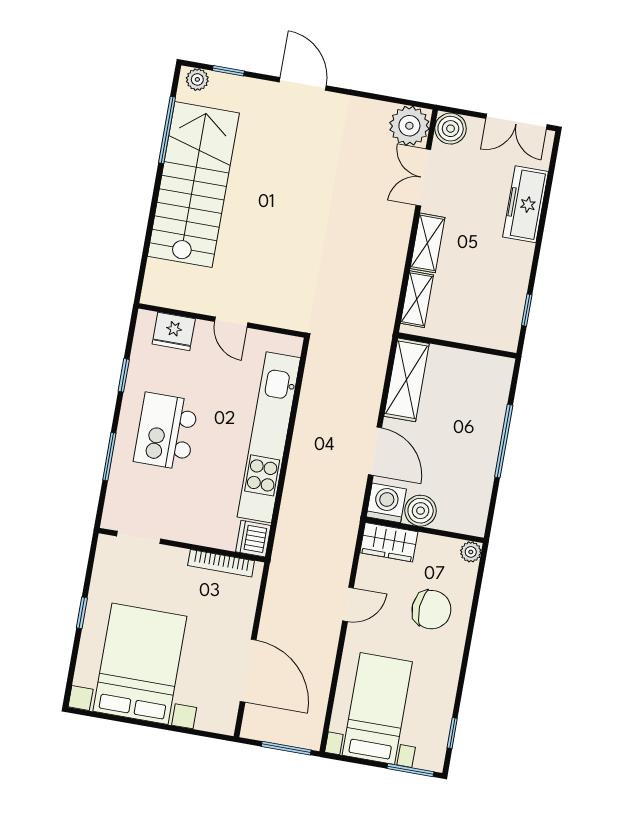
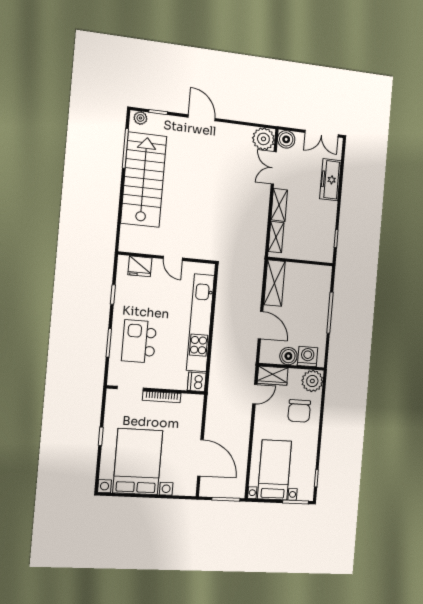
kitchen island: (166, 431) -> (139, 341), moved
washing machine: (386, 503) -> (308, 357), moved
plant: (471, 552) -> (312, 381), width x1.88, depth x1.88
bookcase: (221, 563) -> (162, 397), moved
door: (348, 604) -> (255, 394), moved
chair: (431, 610) -> (299, 411), turned 86

